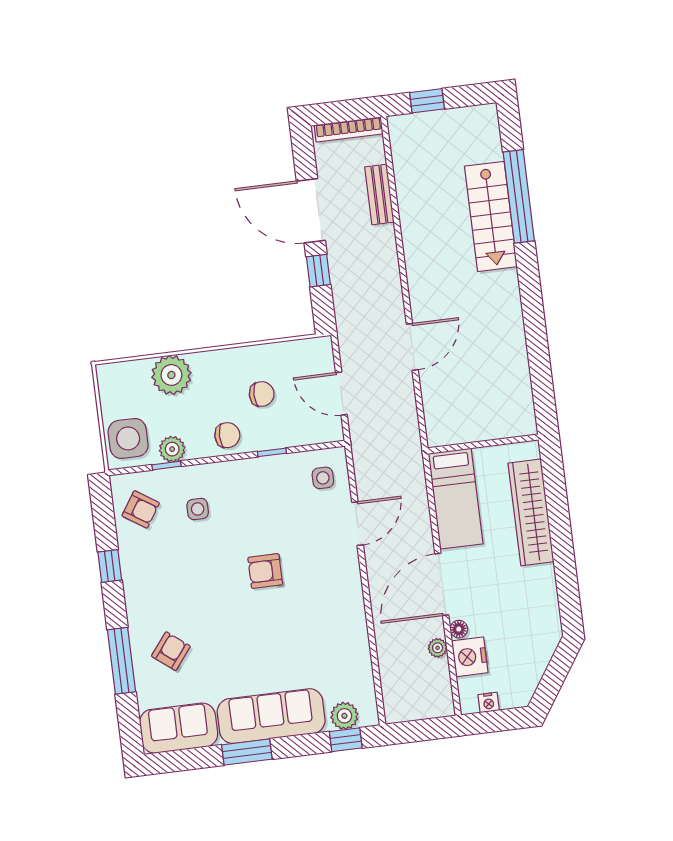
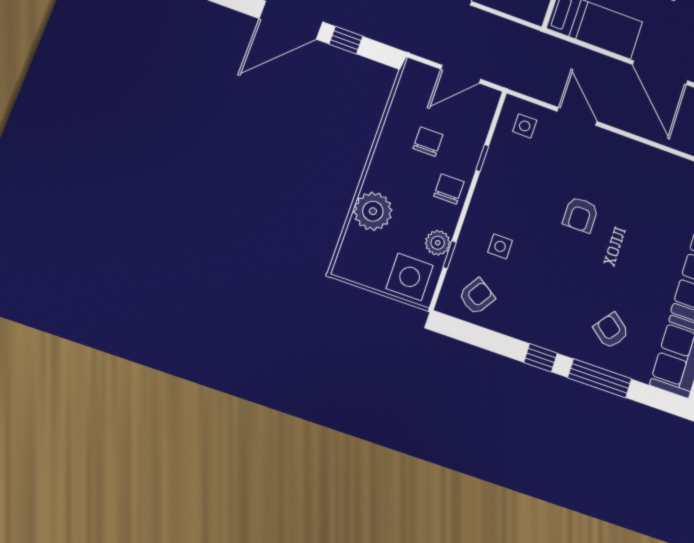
window: (110, 566) -> (541, 358), moved

